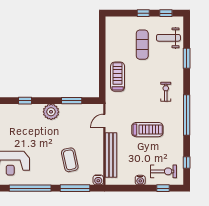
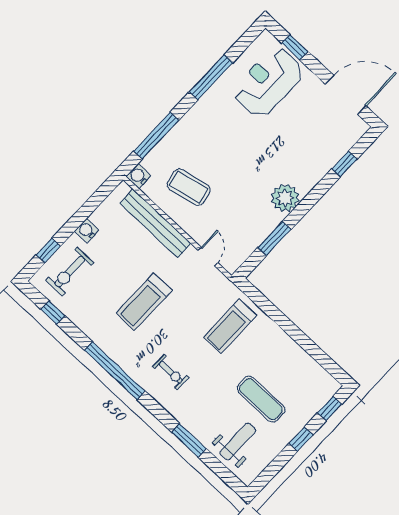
window: (166, 13) -> (330, 409), moved
treadmill: (118, 77) -> (230, 326), moved, turned 90
window: (25, 101) -> (344, 164), moved
coffee table: (70, 160) -> (189, 187), moved
window: (30, 188) -> (211, 77), width x0.68

